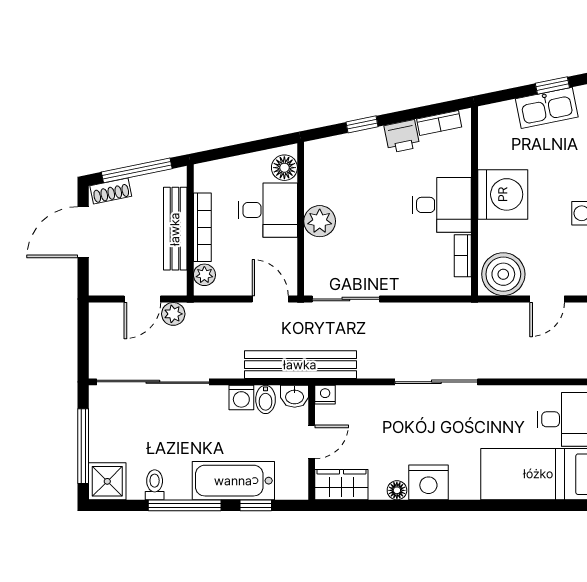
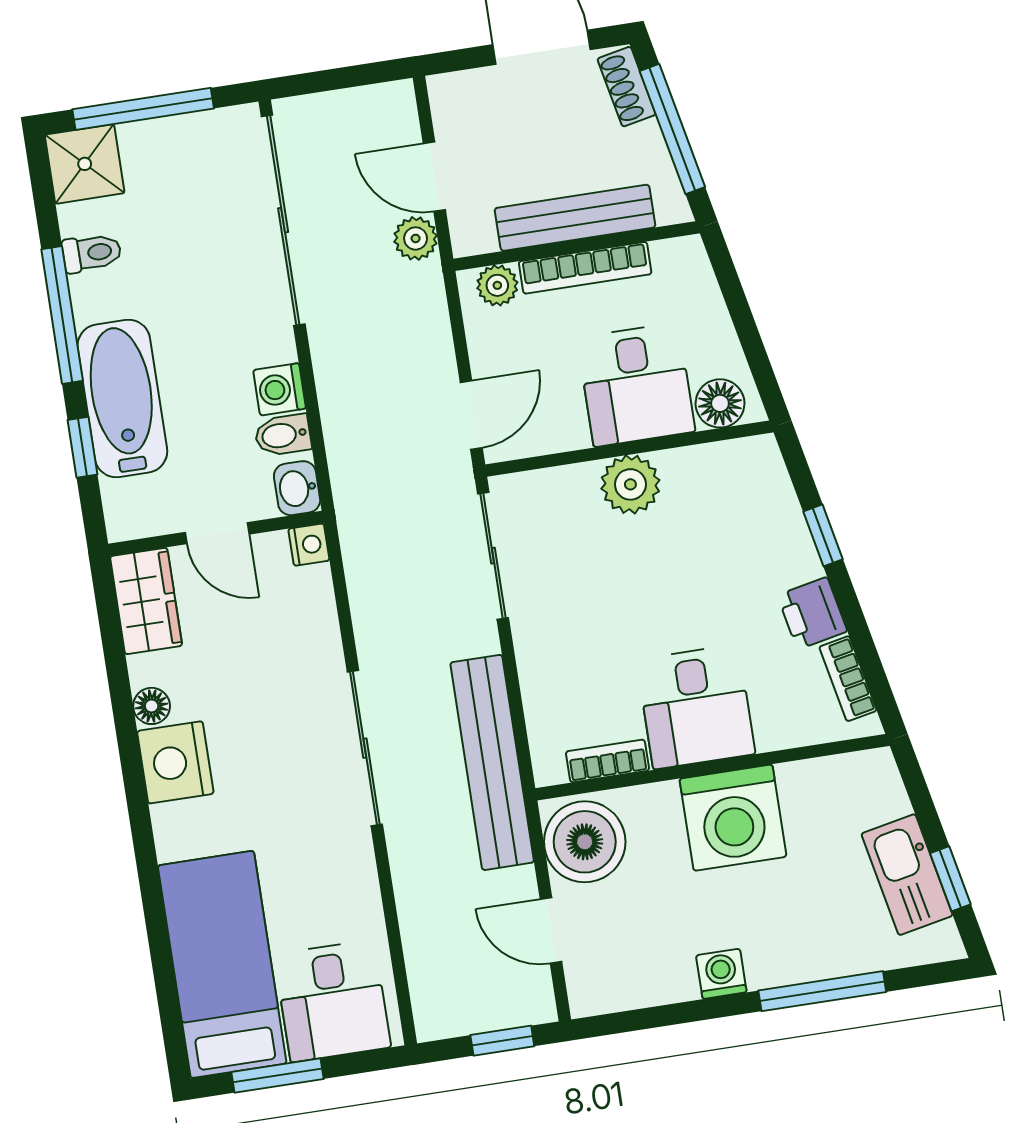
bench: (300, 365) -> (492, 762), moved

